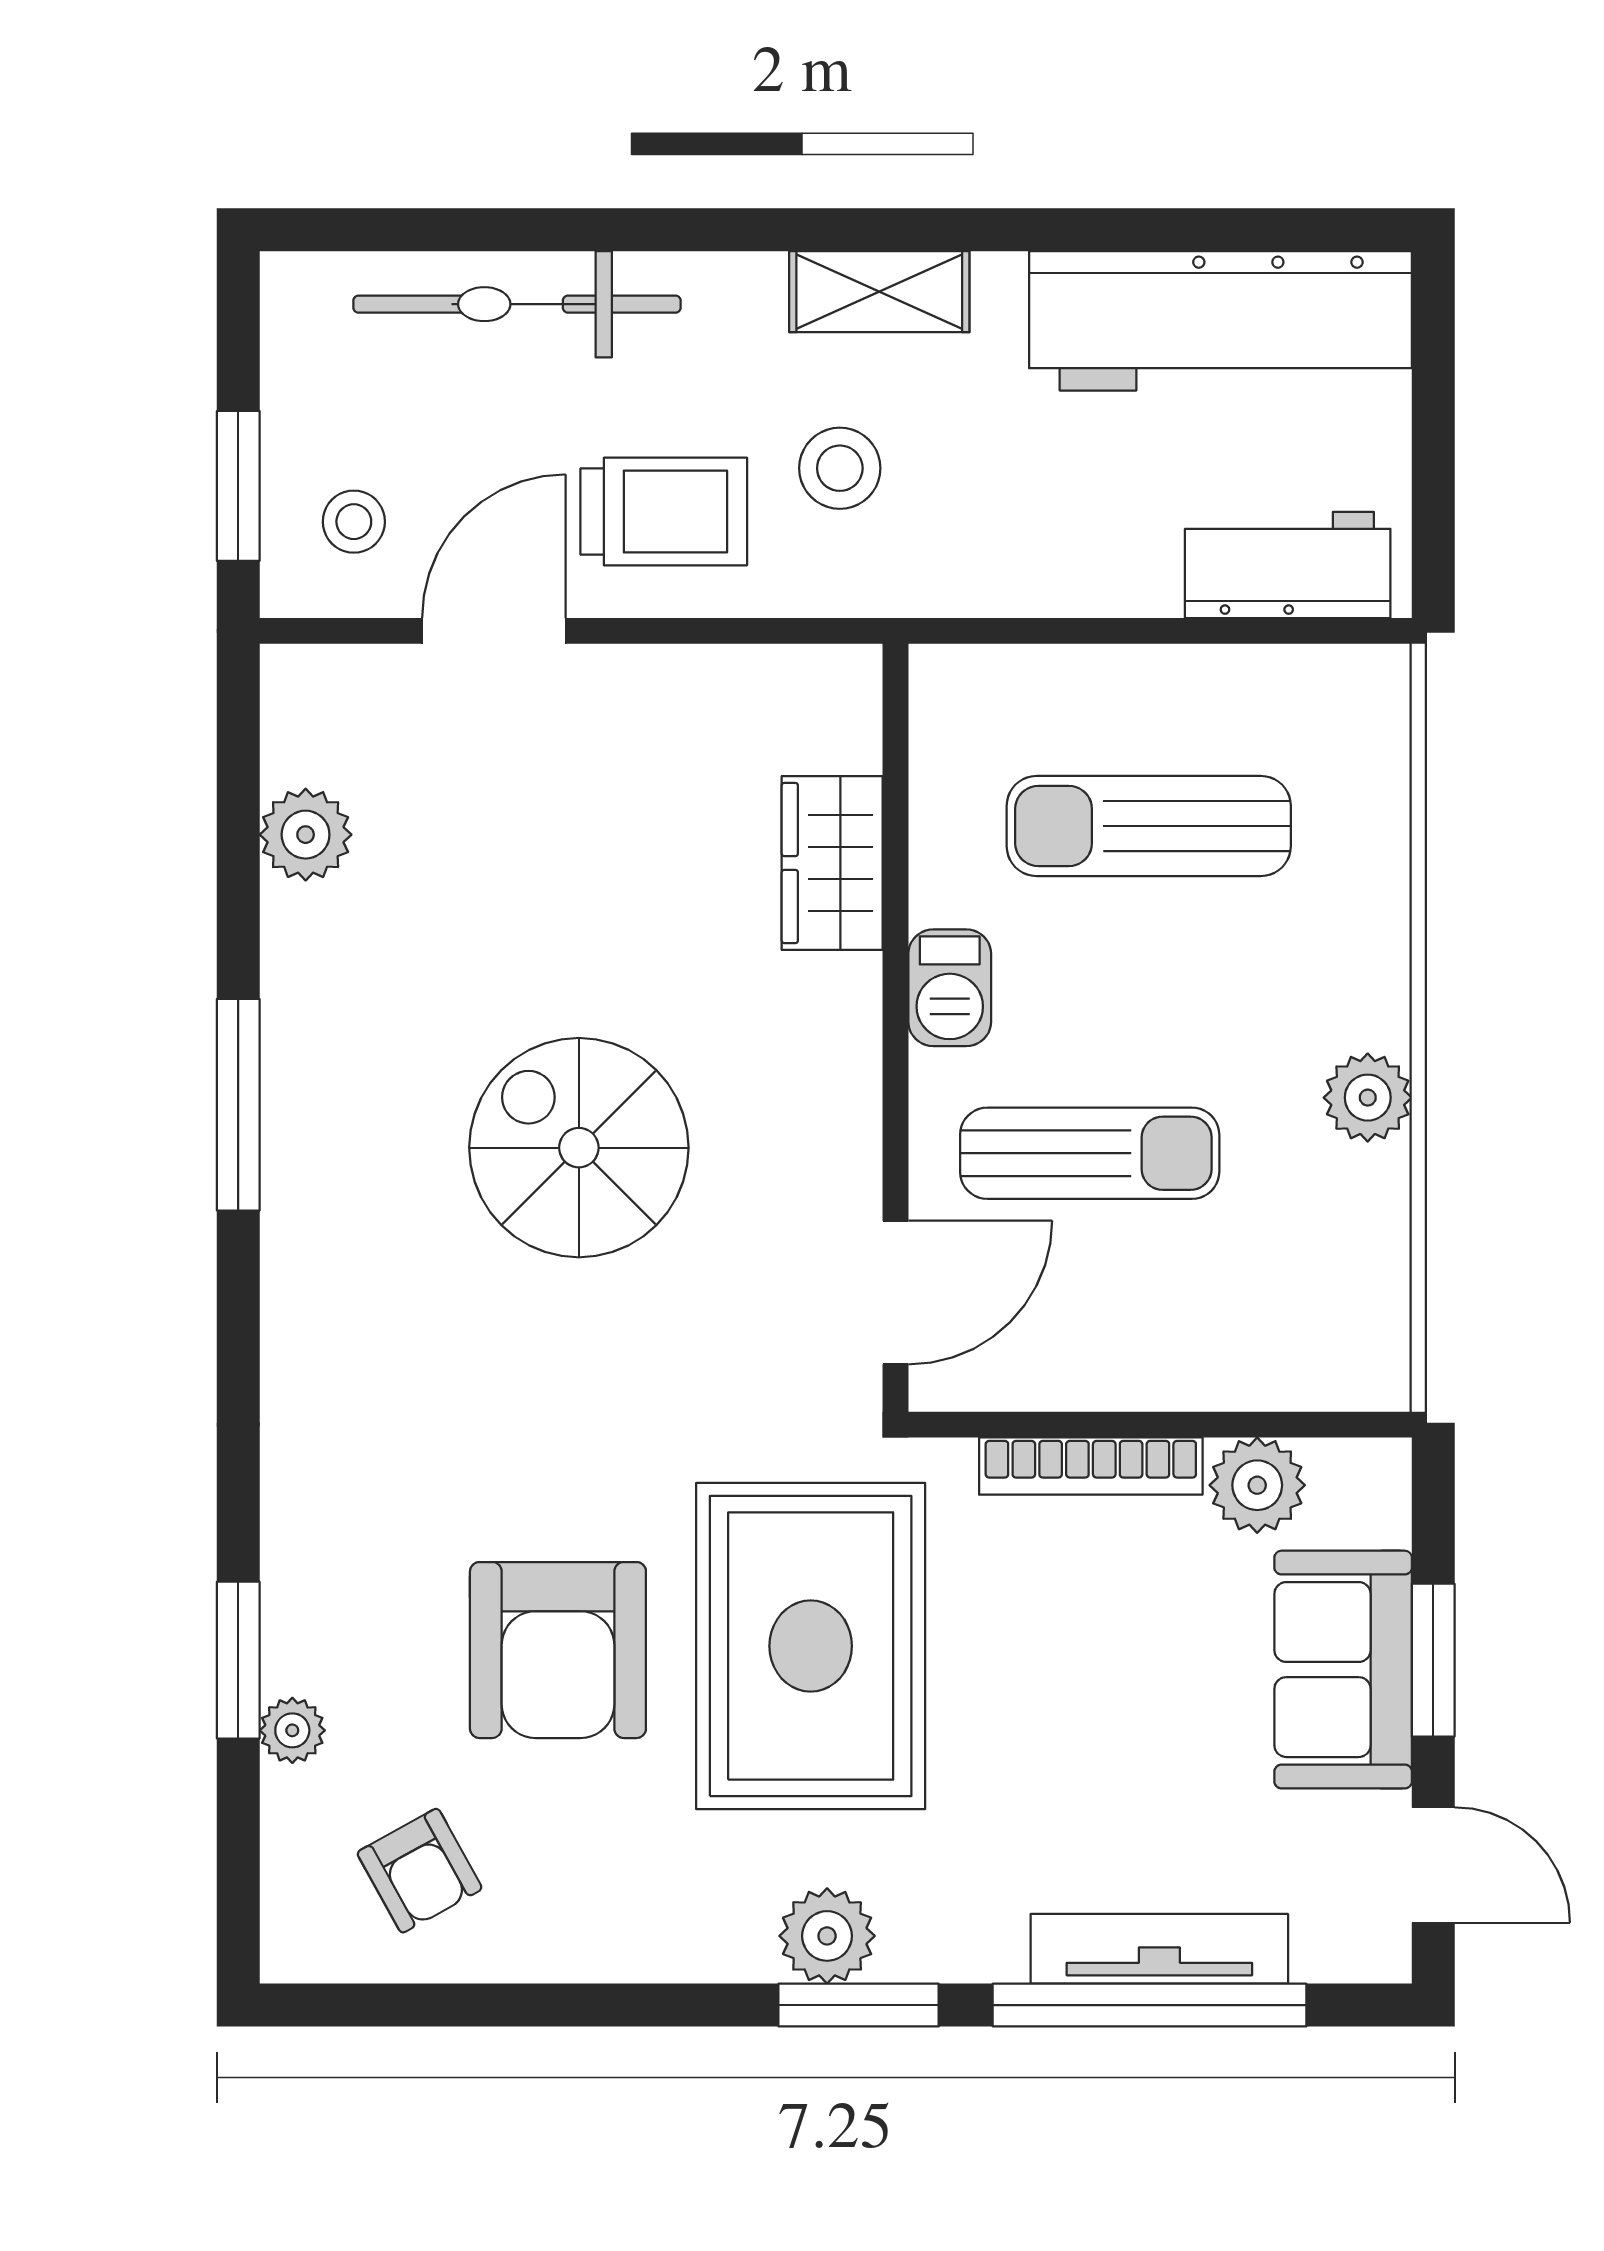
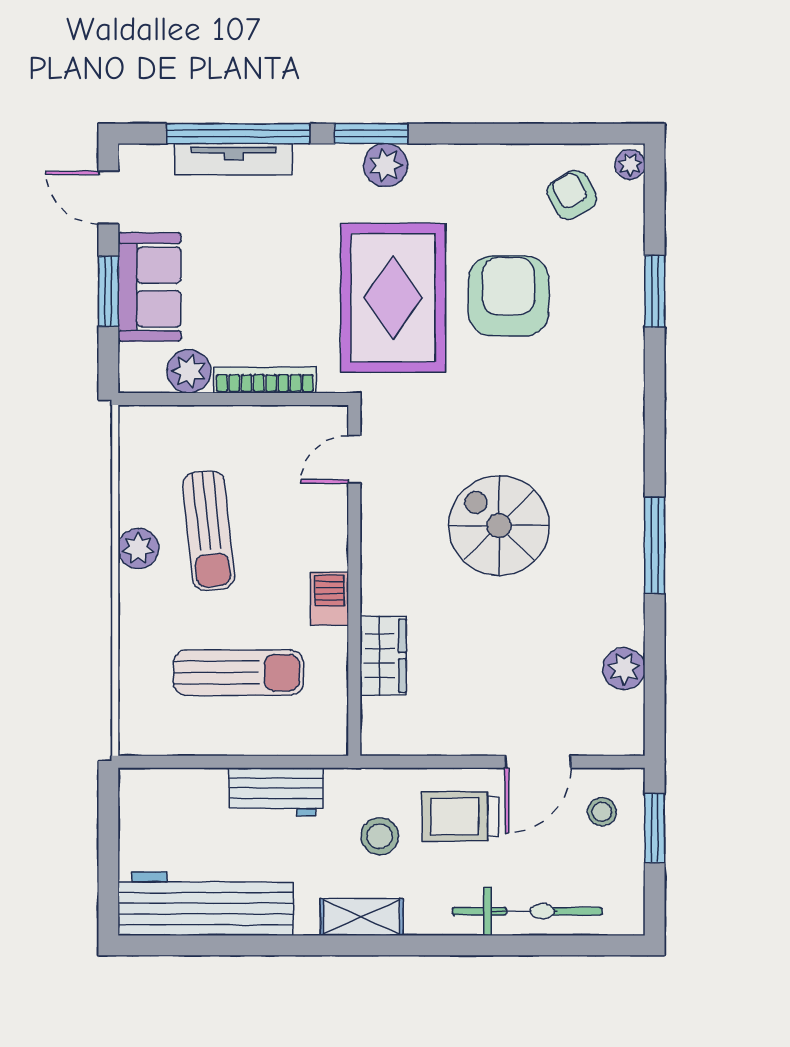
workbench: (1288, 565) -> (276, 792), moved
spiral stairs: (579, 1148) -> (499, 526), turned 180
sun lounger: (1090, 1153) -> (209, 531), moved, turned -96
door: (895, 1293) -> (354, 459), width x0.73
plant: (292, 1730) -> (630, 165), moved

